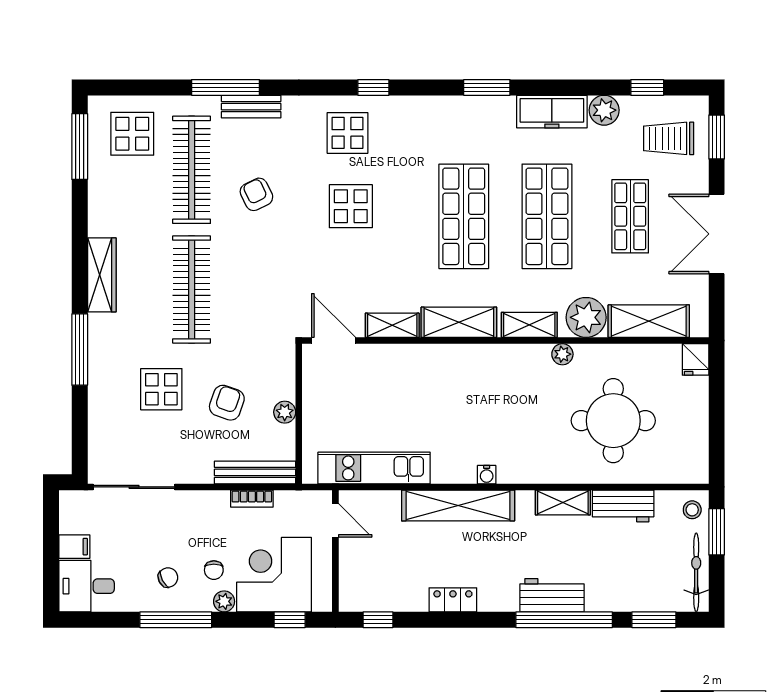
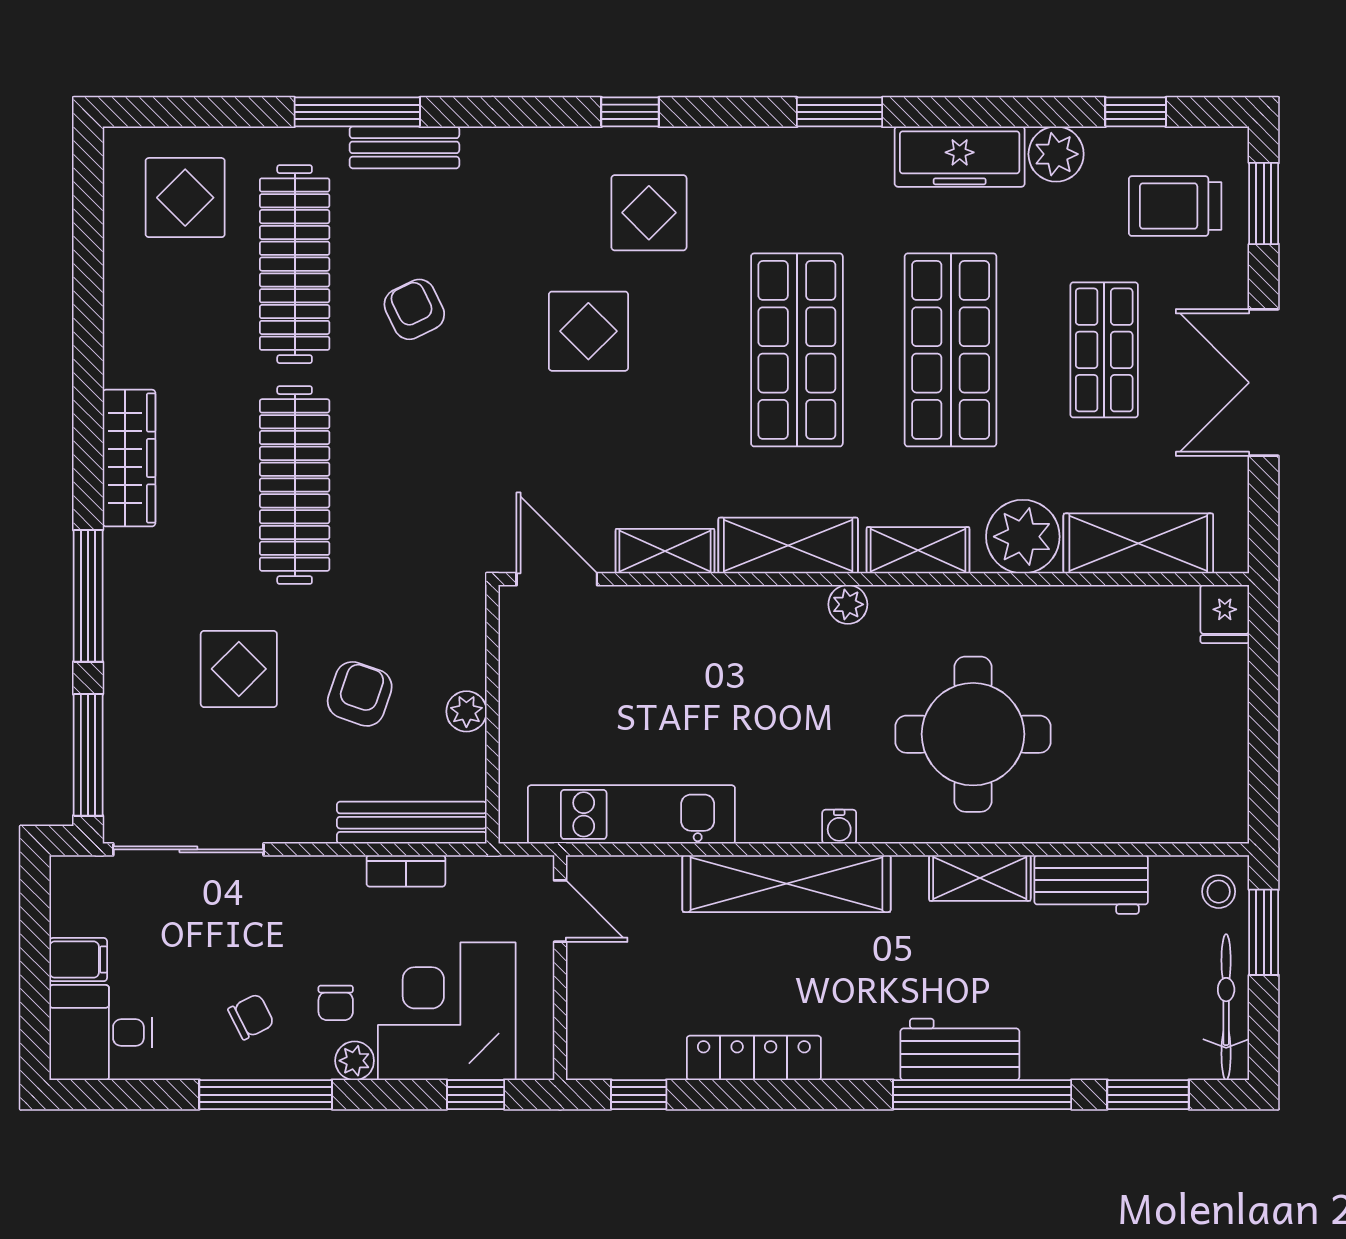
display table: (347, 133) -> (649, 213), moved
window: (80, 147) -> (88, 755), moved
plant: (562, 354) -> (848, 604), moved
round table: (613, 421) -> (973, 734), moved
locker: (453, 600) -> (754, 1058), width x1.53

